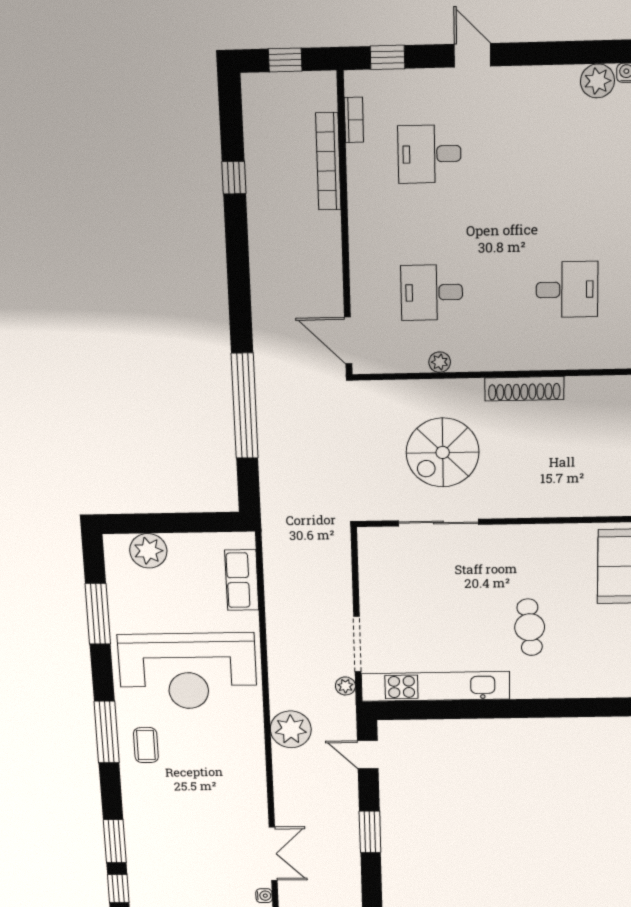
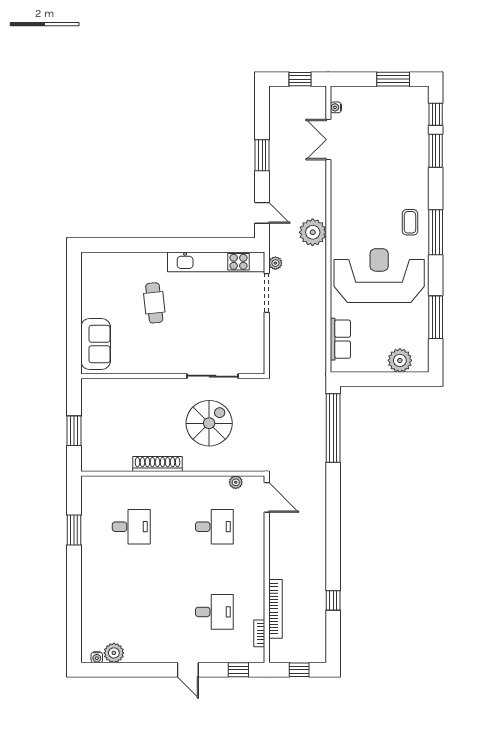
desk: (567, 290) -> (131, 527), turned 180
plant: (440, 362) -> (236, 482), moved
window: (245, 406) -> (333, 428), moved

